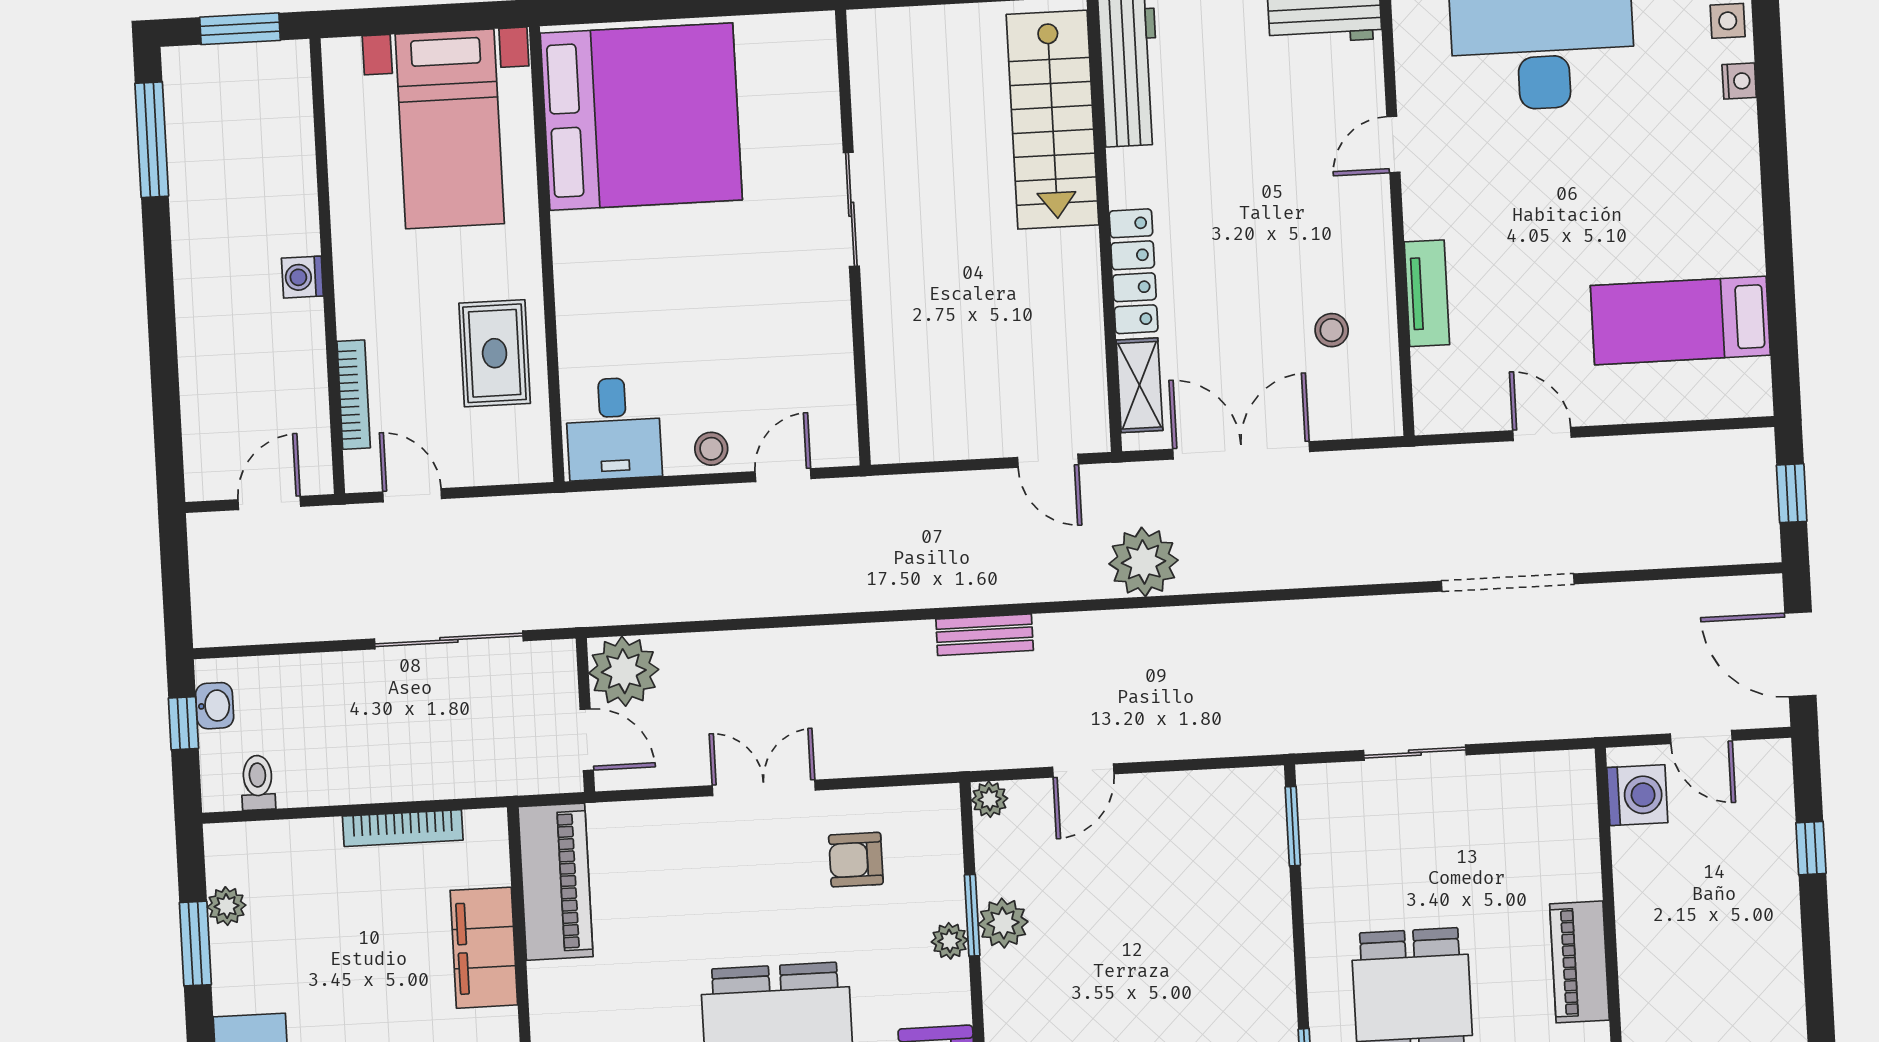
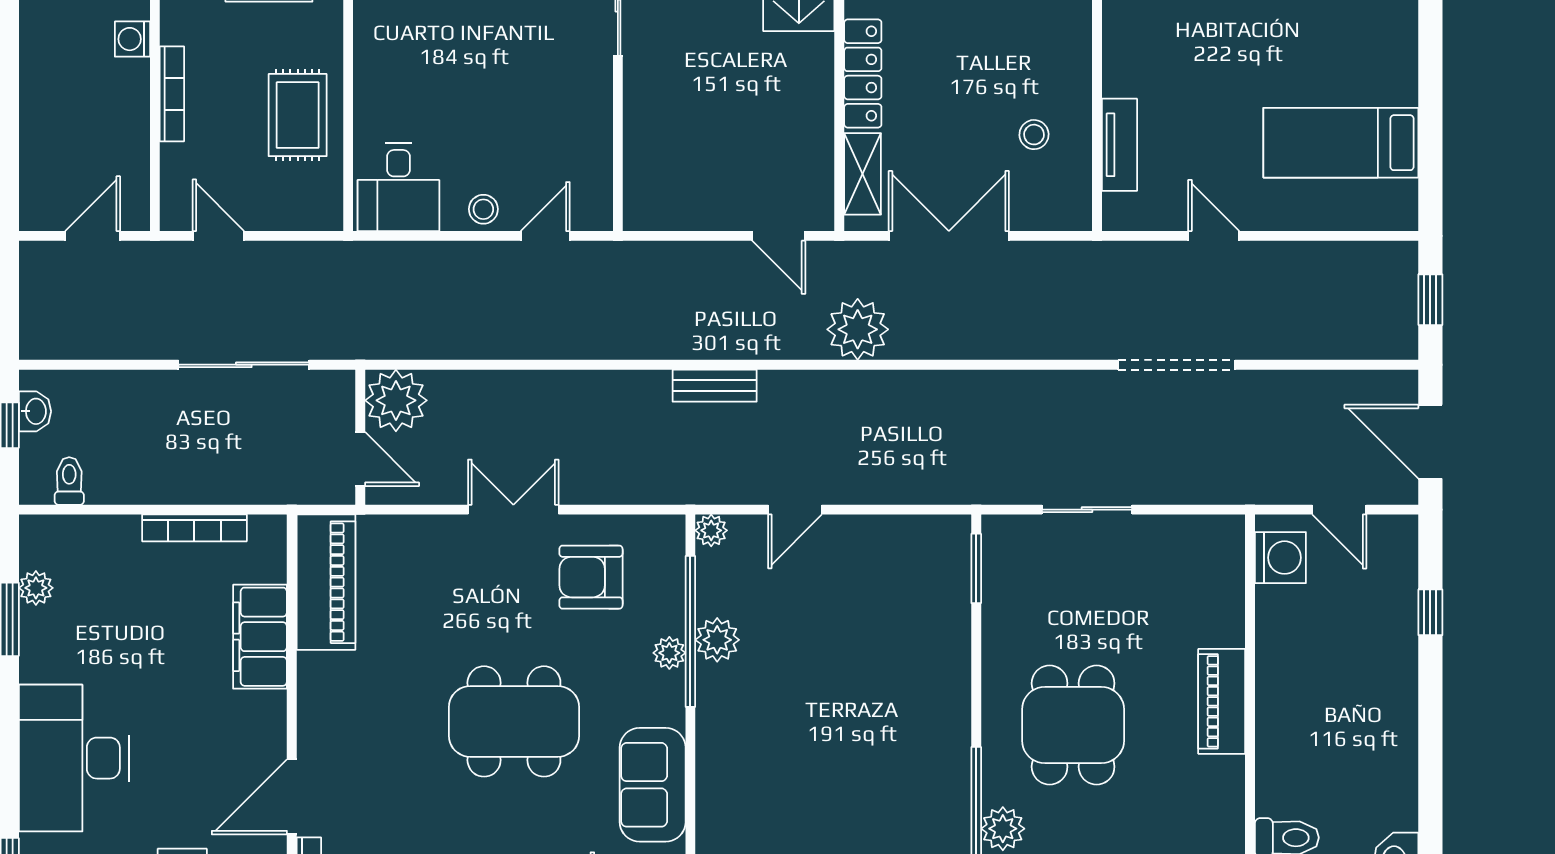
tv unit: (1427, 293) -> (1119, 145), moved
bookcase: (354, 395) -> (172, 94), moved
armchair: (856, 860) -> (591, 577), width x1.38, depth x1.38
window: (972, 915) -> (690, 631), width x2.11

